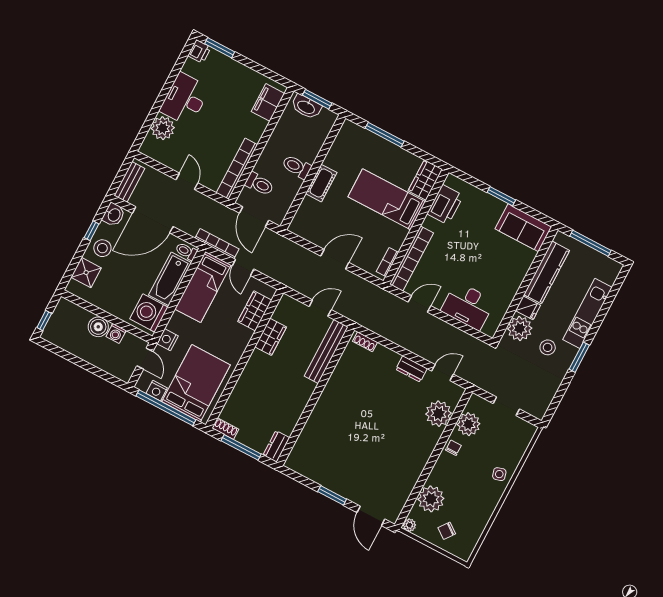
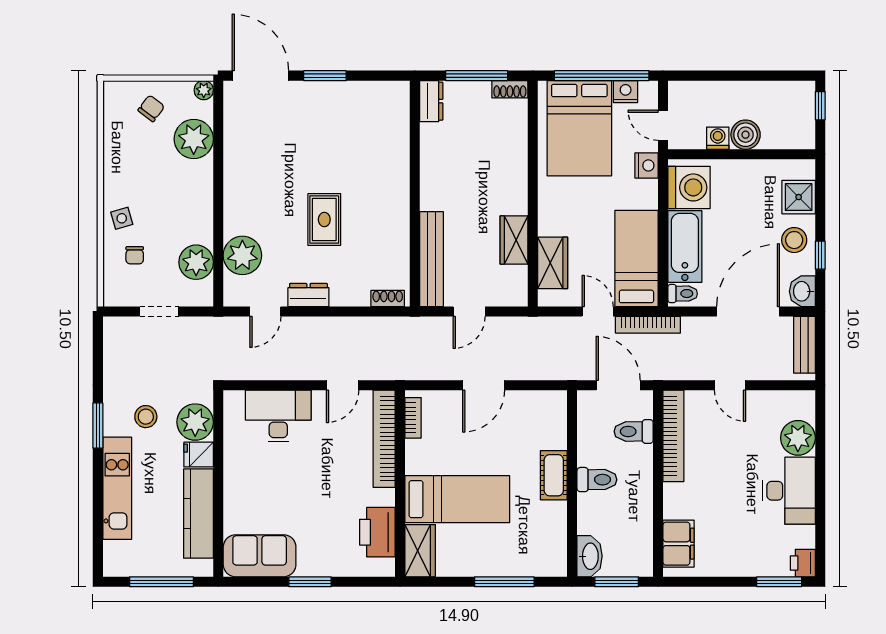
washbasin: (306, 107) -> (590, 556), moved, turned 90
rug: (378, 409) -> (324, 220), added
chair: (453, 448) -> (135, 255), moved
door: (371, 516) -> (260, 76), width x1.36

